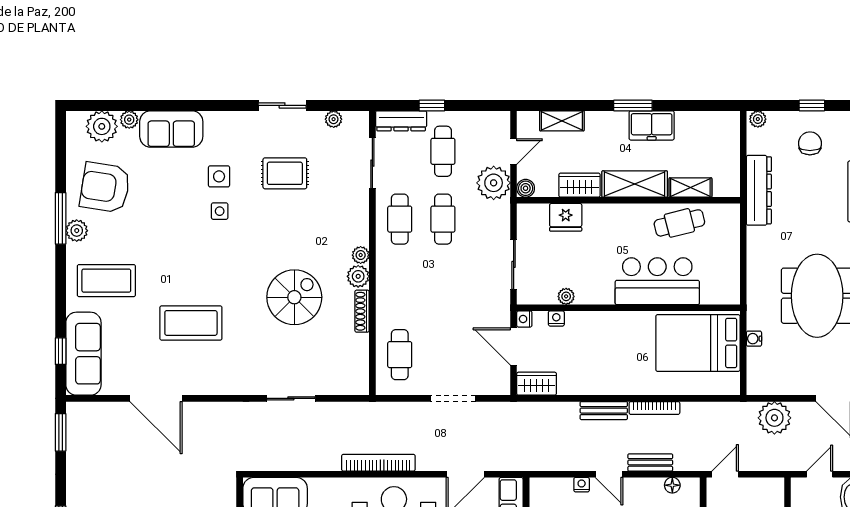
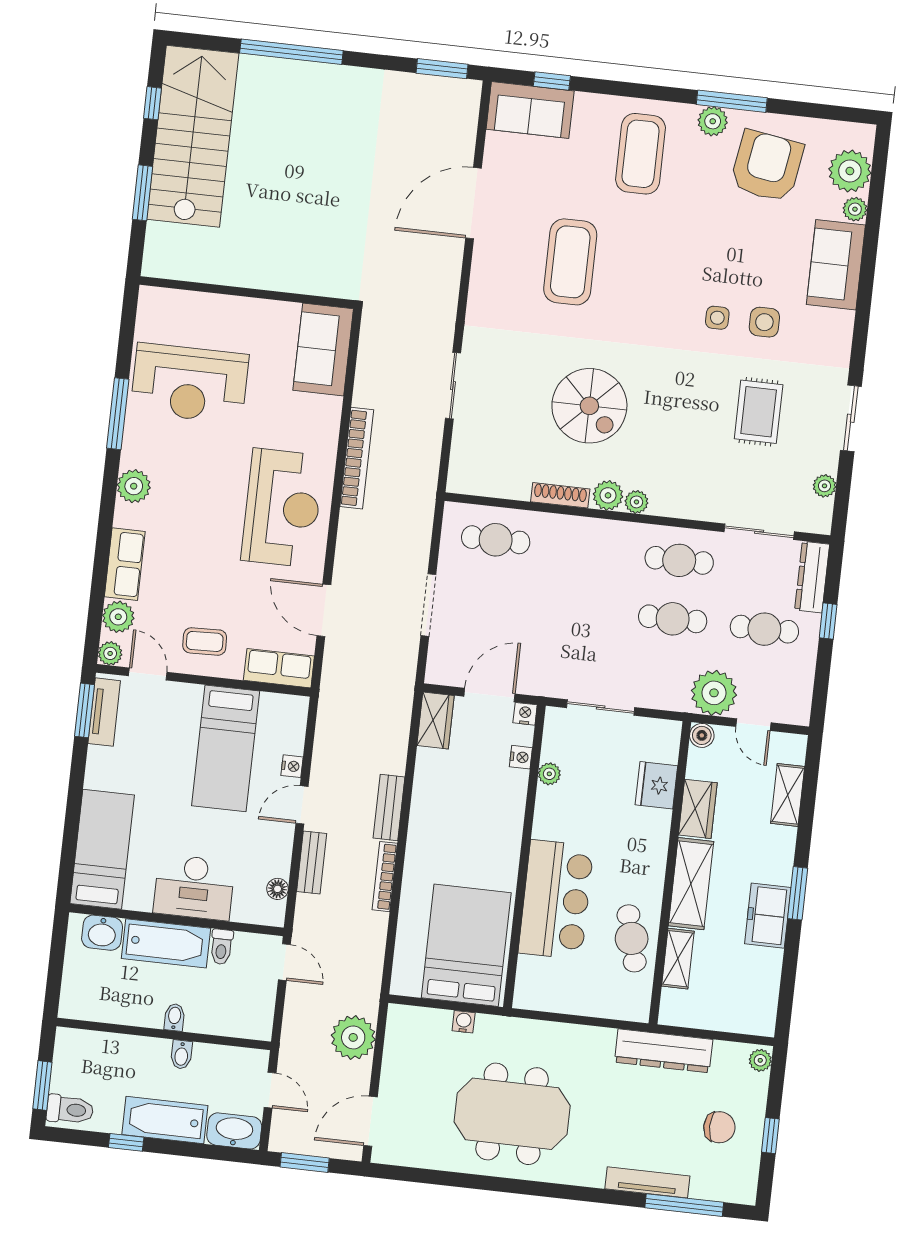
sofa: (83, 354) -> (530, 110), width x0.73
bookcase: (378, 463) -> (357, 458), moved

